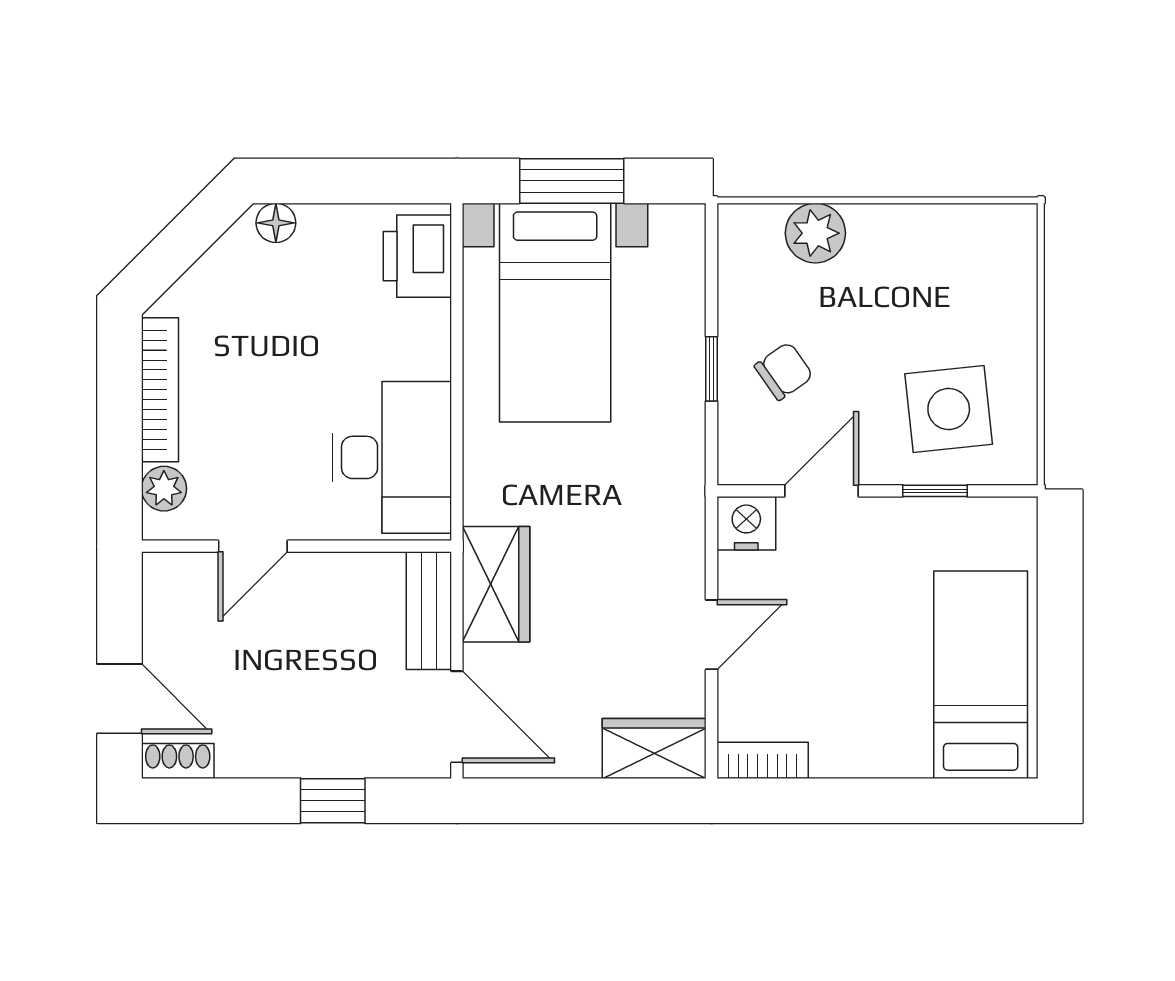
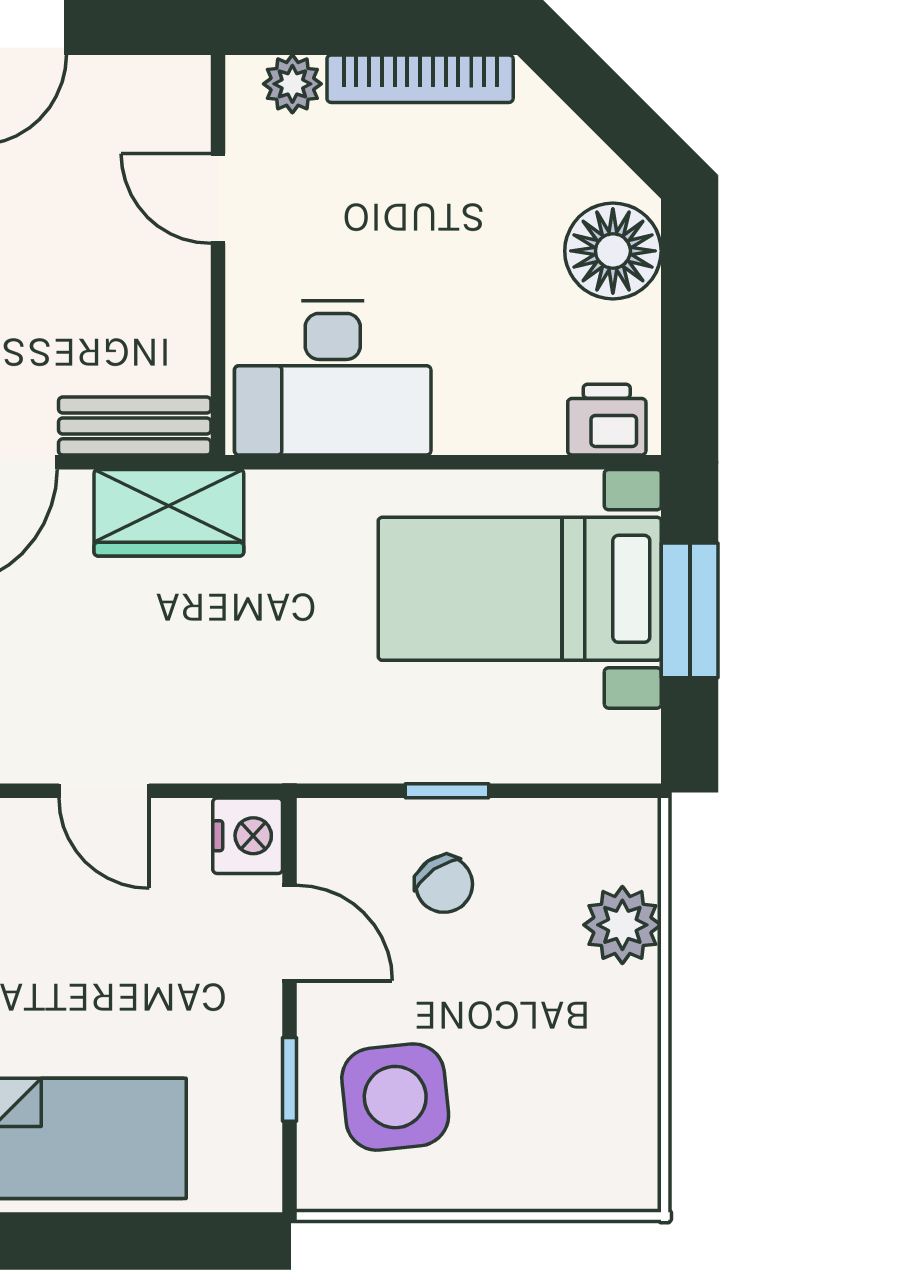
floor lamp: (276, 223) -> (613, 251), width x1.89, depth x1.89
printer: (417, 256) -> (607, 420), width x0.73, depth x0.81

